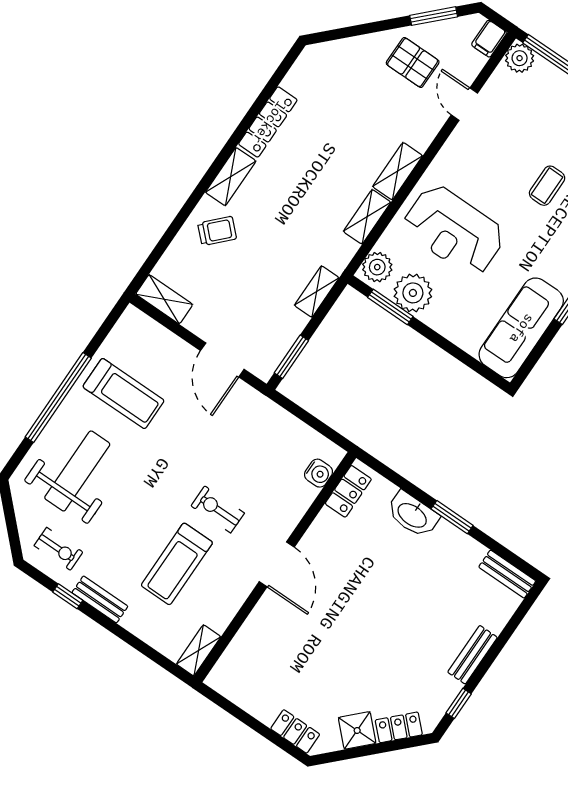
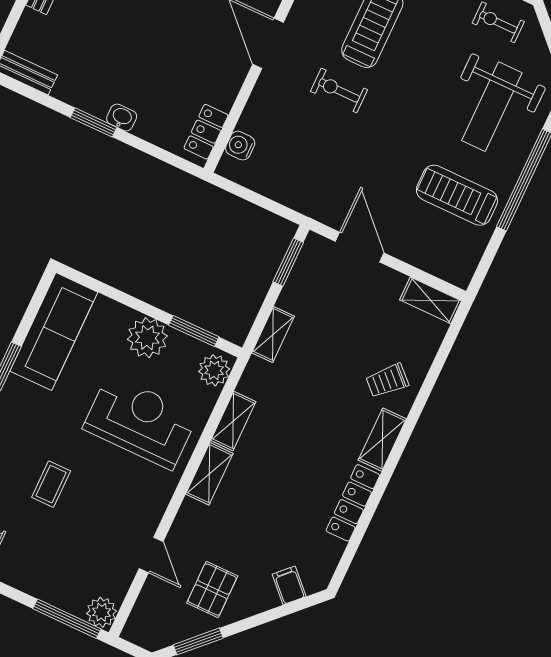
filing cabinet: (489, 39) -> (289, 585), moved, turned -45
pallet: (413, 62) -> (212, 590), turned 90
plant: (413, 293) -> (147, 338), moved
exercise bike: (218, 509) -> (339, 91), turned 180
washbasin: (413, 515) -> (122, 117), width x0.52, depth x0.69

